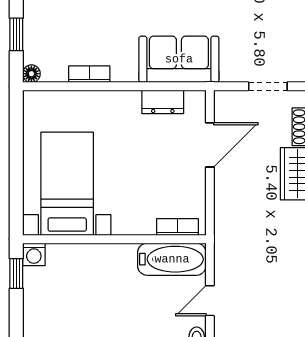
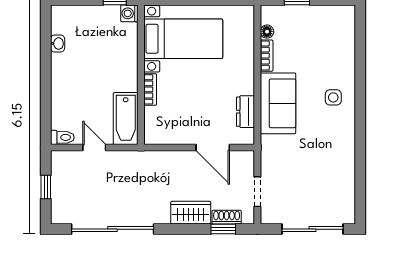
sofa: (179, 59) -> (278, 103), moved
floor lamp: (31, 74) -> (267, 32), moved
bookcase: (178, 227) -> (150, 89), moved

